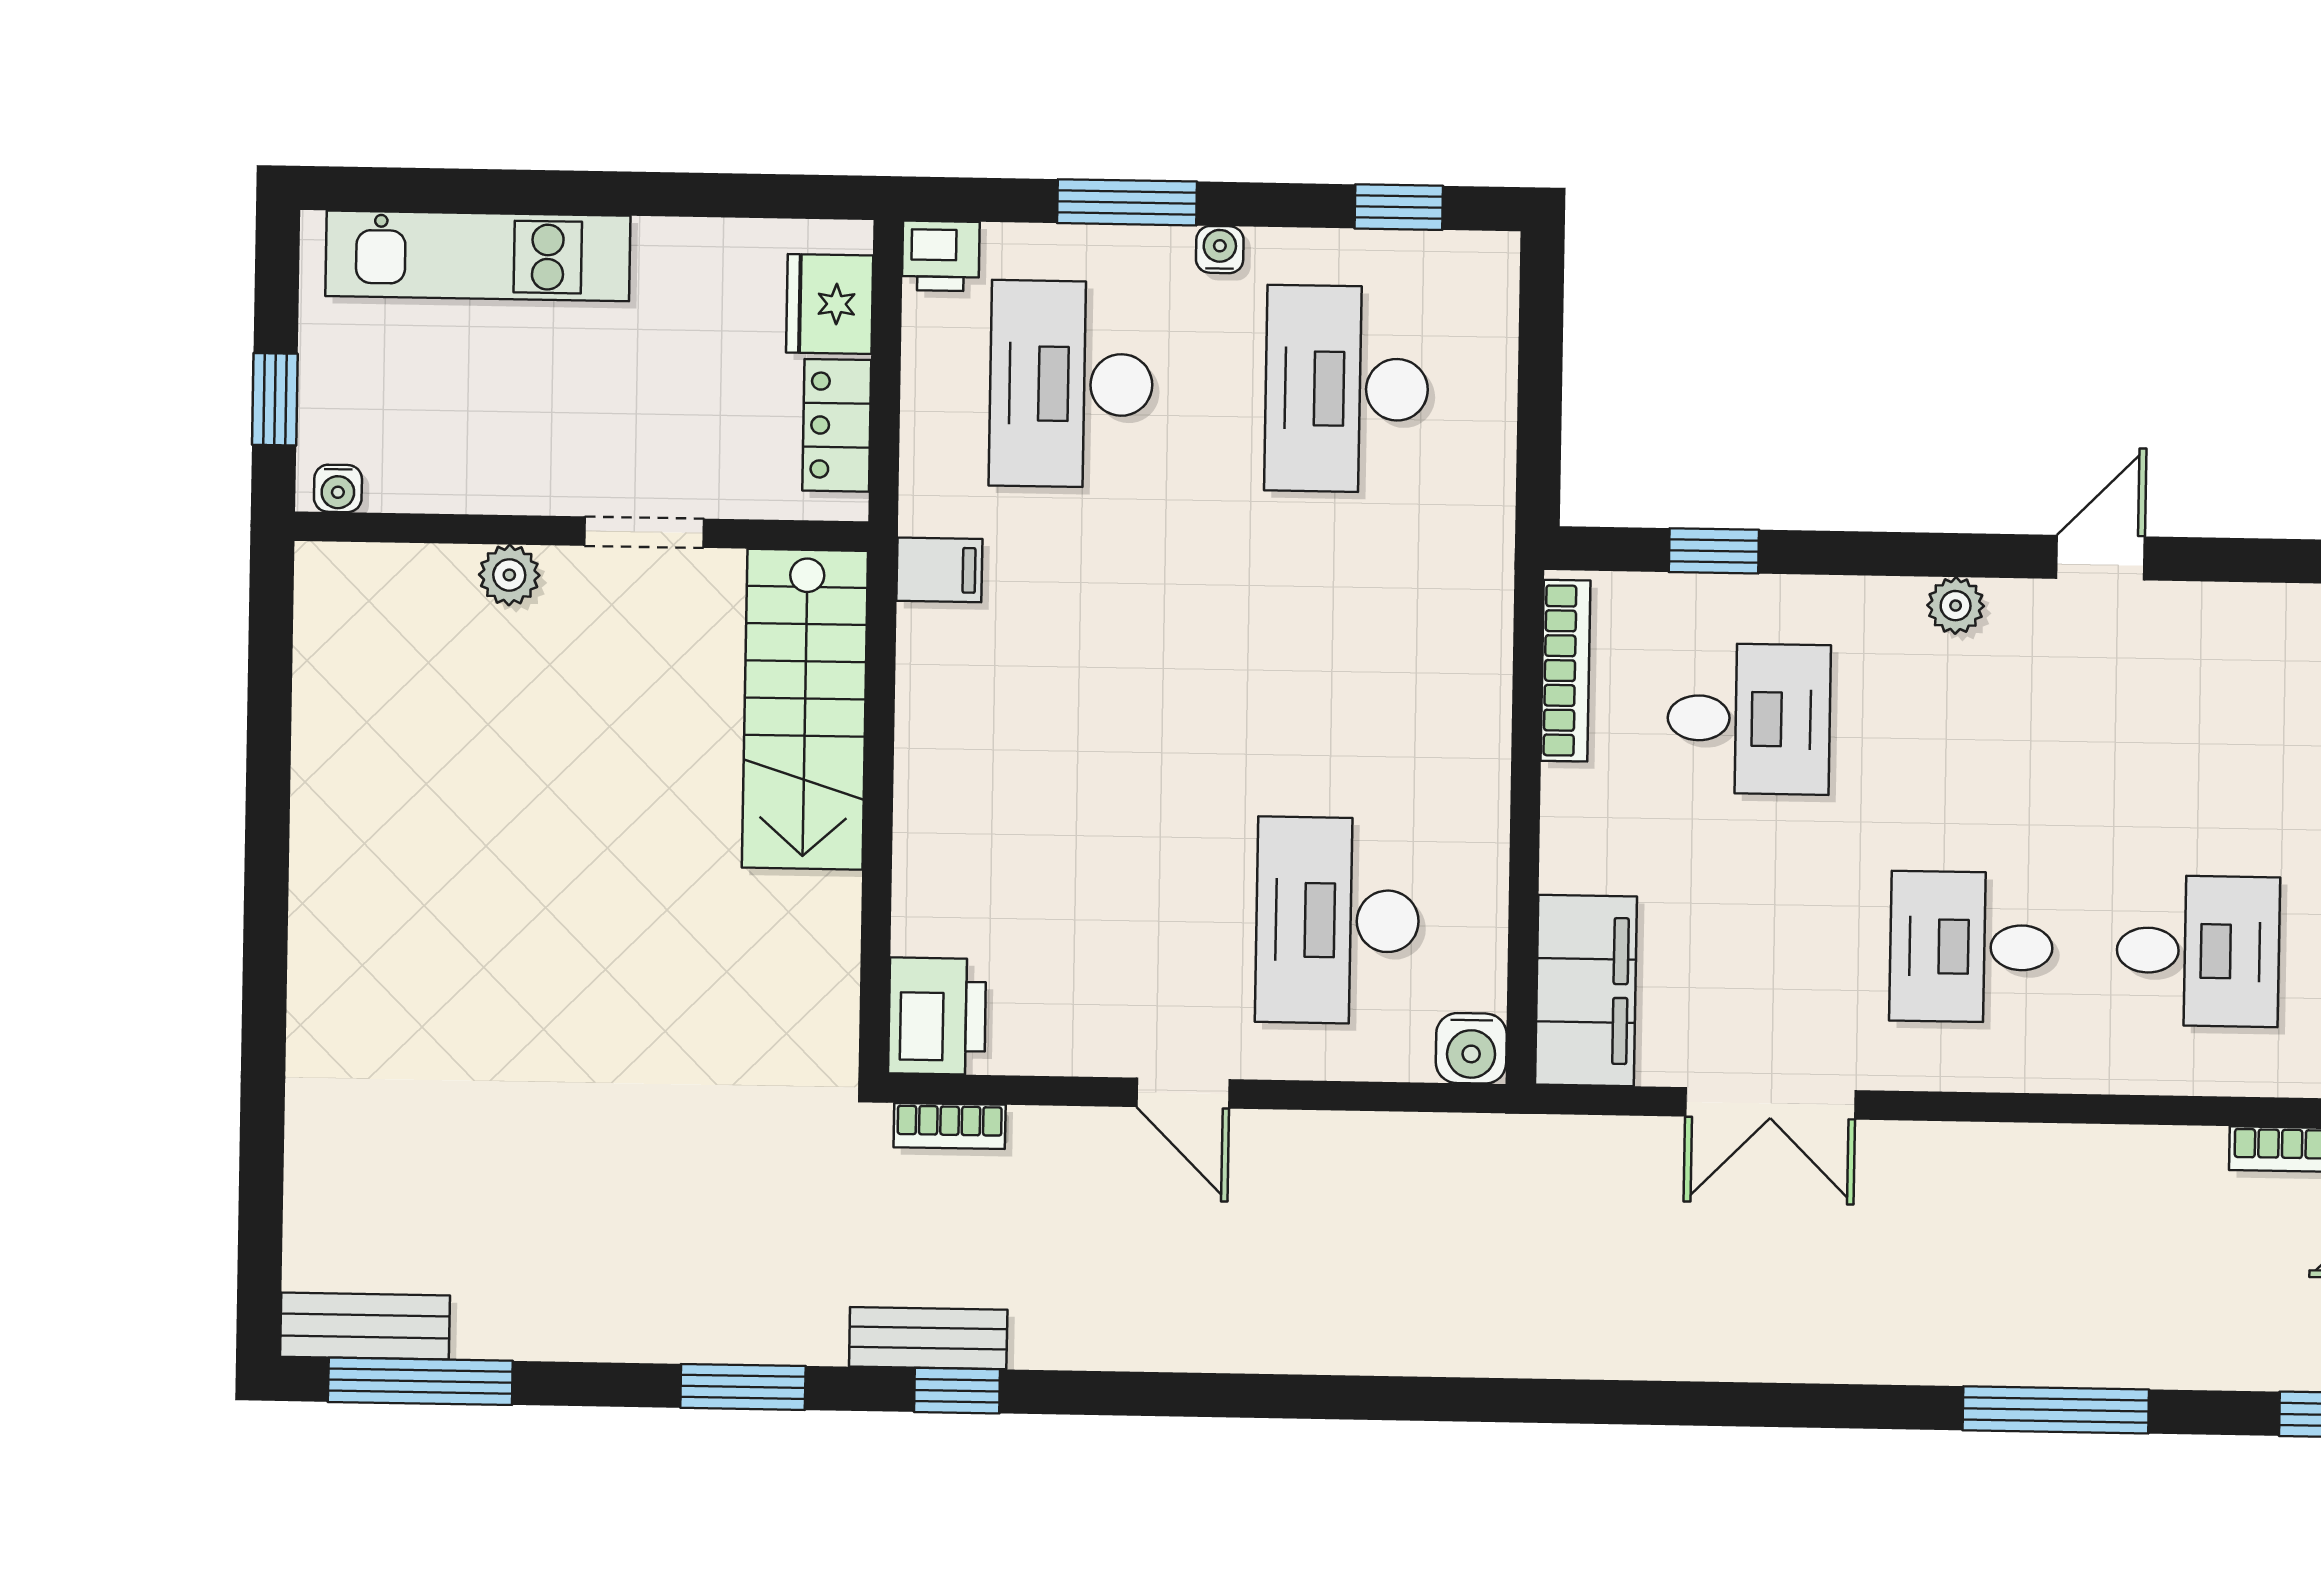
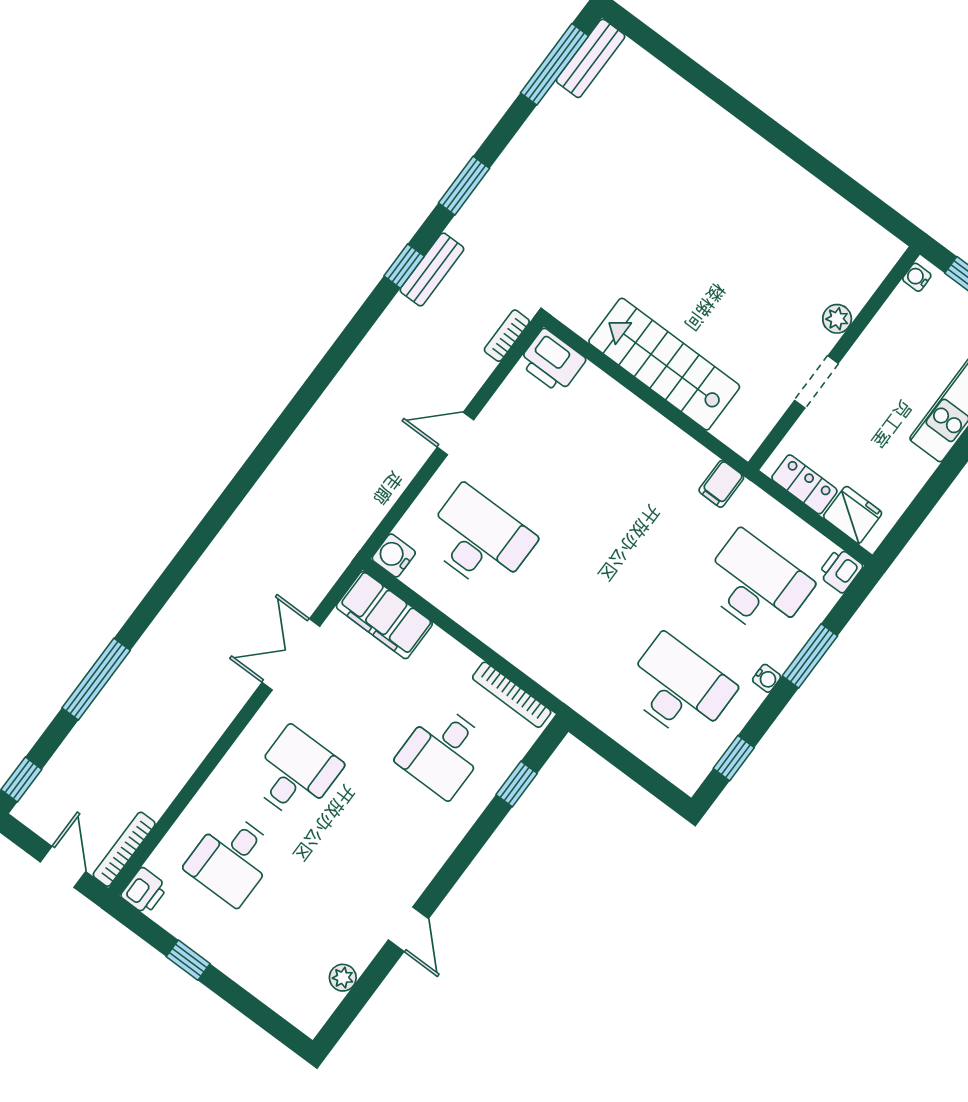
plant: (1956, 606) -> (343, 978), moved
stairs: (805, 709) -> (664, 364), moved

